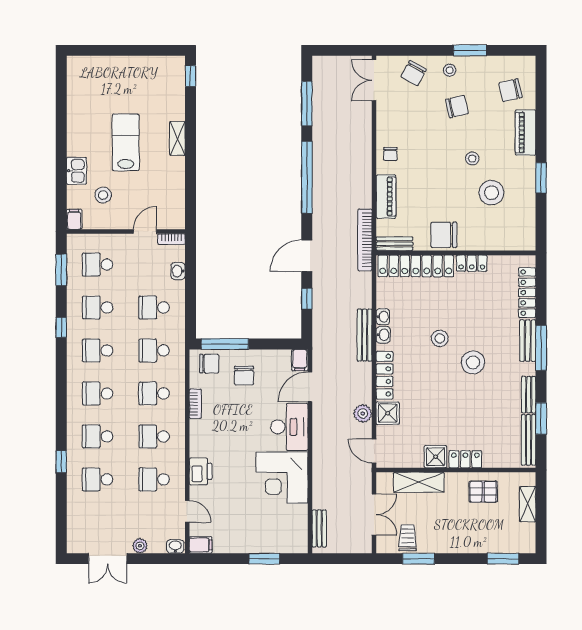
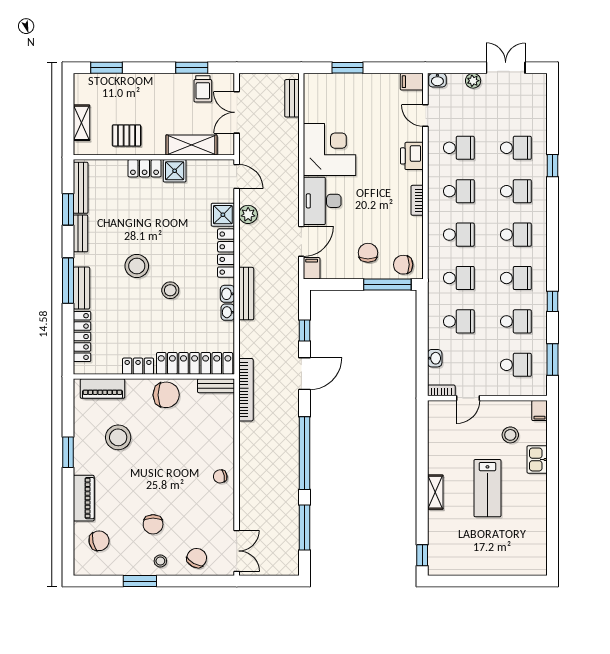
chair: (457, 107) -> (153, 524), turned -77
chair: (390, 154) -> (220, 476), turned -101
stool: (472, 159) -> (138, 472), removed
piano: (386, 197) -> (102, 389), moved, turned -90
bookcase: (195, 404) -> (417, 200), moved

